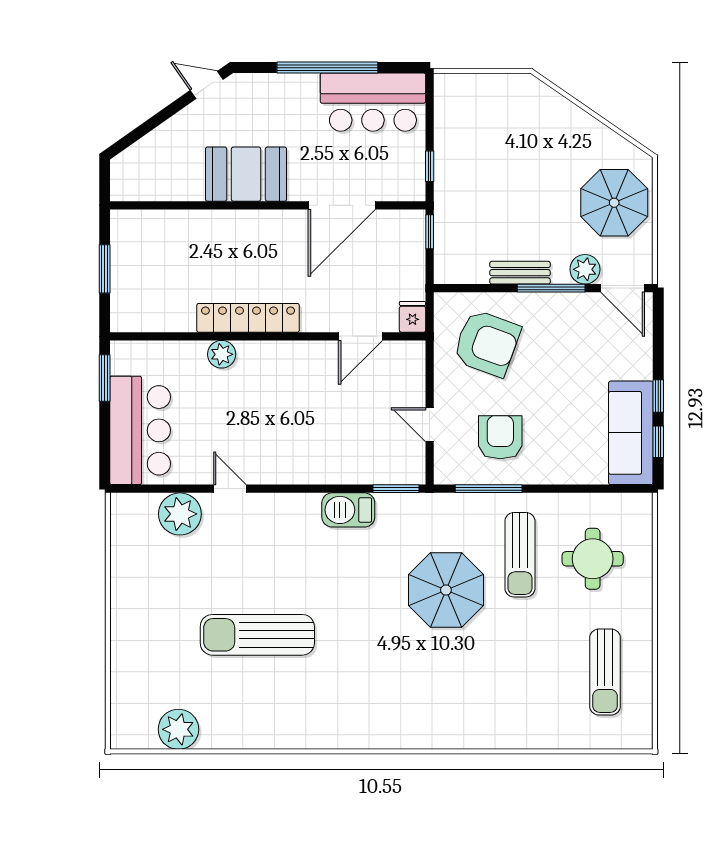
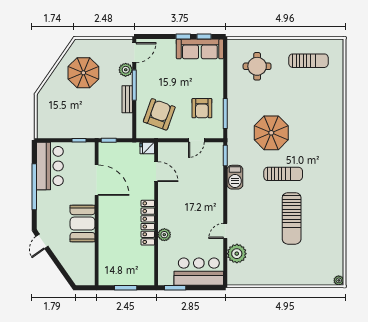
parasol: (614, 203) -> (83, 73), moved
armchair: (500, 437) -> (202, 108), turned -90
sun lounger: (520, 555) -> (283, 174), moved
plant: (178, 729) -> (339, 280), moved, width x0.53, depth x0.53

